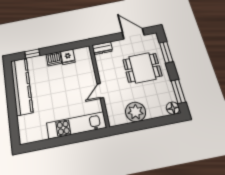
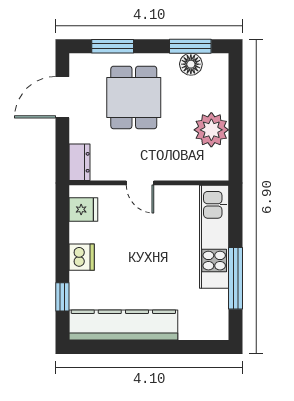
fridge: (68, 57) -> (83, 209), moved
door: (100, 91) -> (140, 183), moved
floor lamp: (173, 108) -> (191, 64), moved
window: (55, 142) -> (236, 278), added

